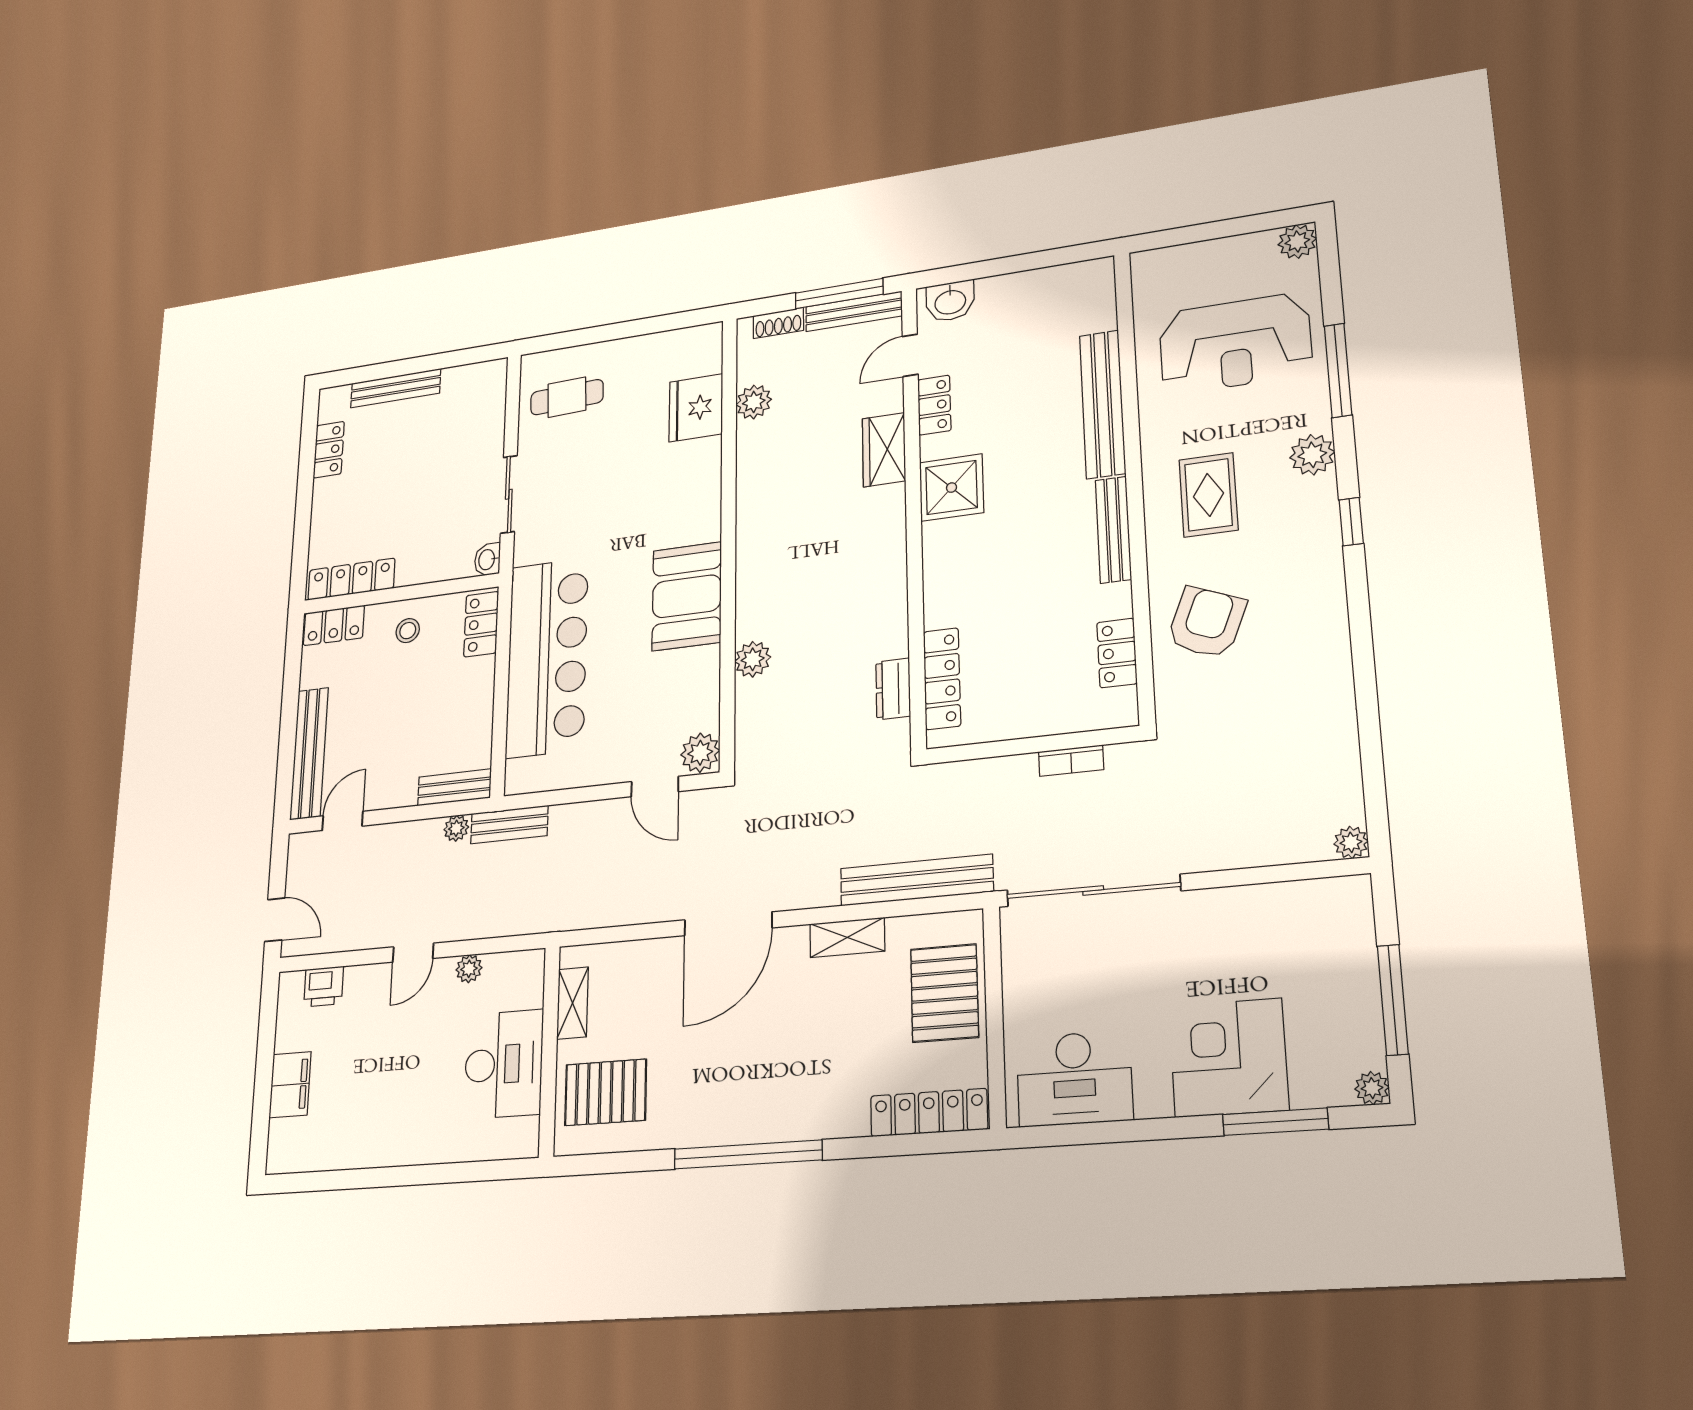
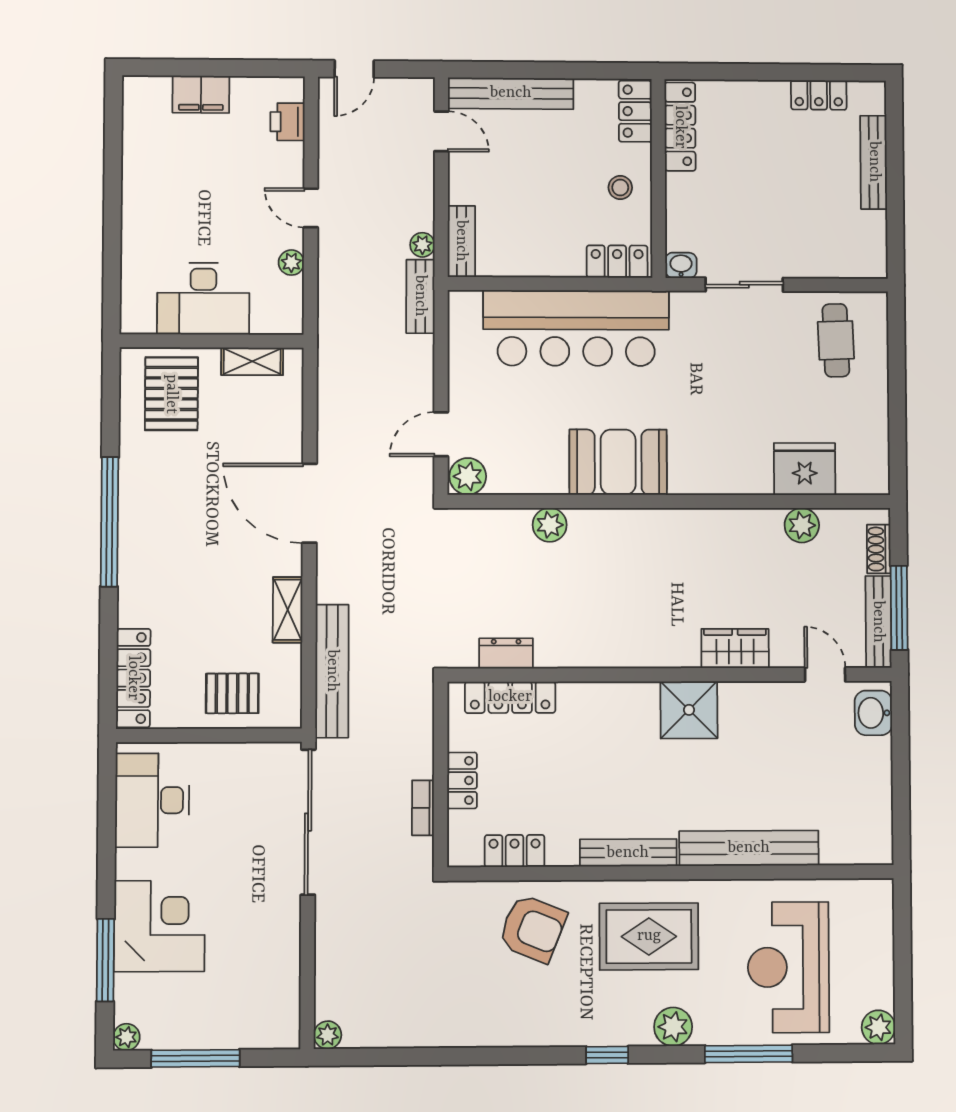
locker: (934, 405) -> (462, 780), moved, turned -90
rug: (1208, 495) -> (649, 936), width x1.36, depth x1.43
pallet: (944, 993) -> (232, 693), width x0.67, depth x0.71

